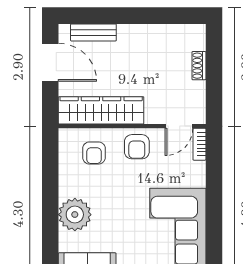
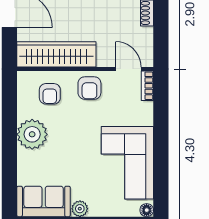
door: (179, 126) -> (128, 69), swing flipped
plant: (75, 215) -> (32, 134), moved

